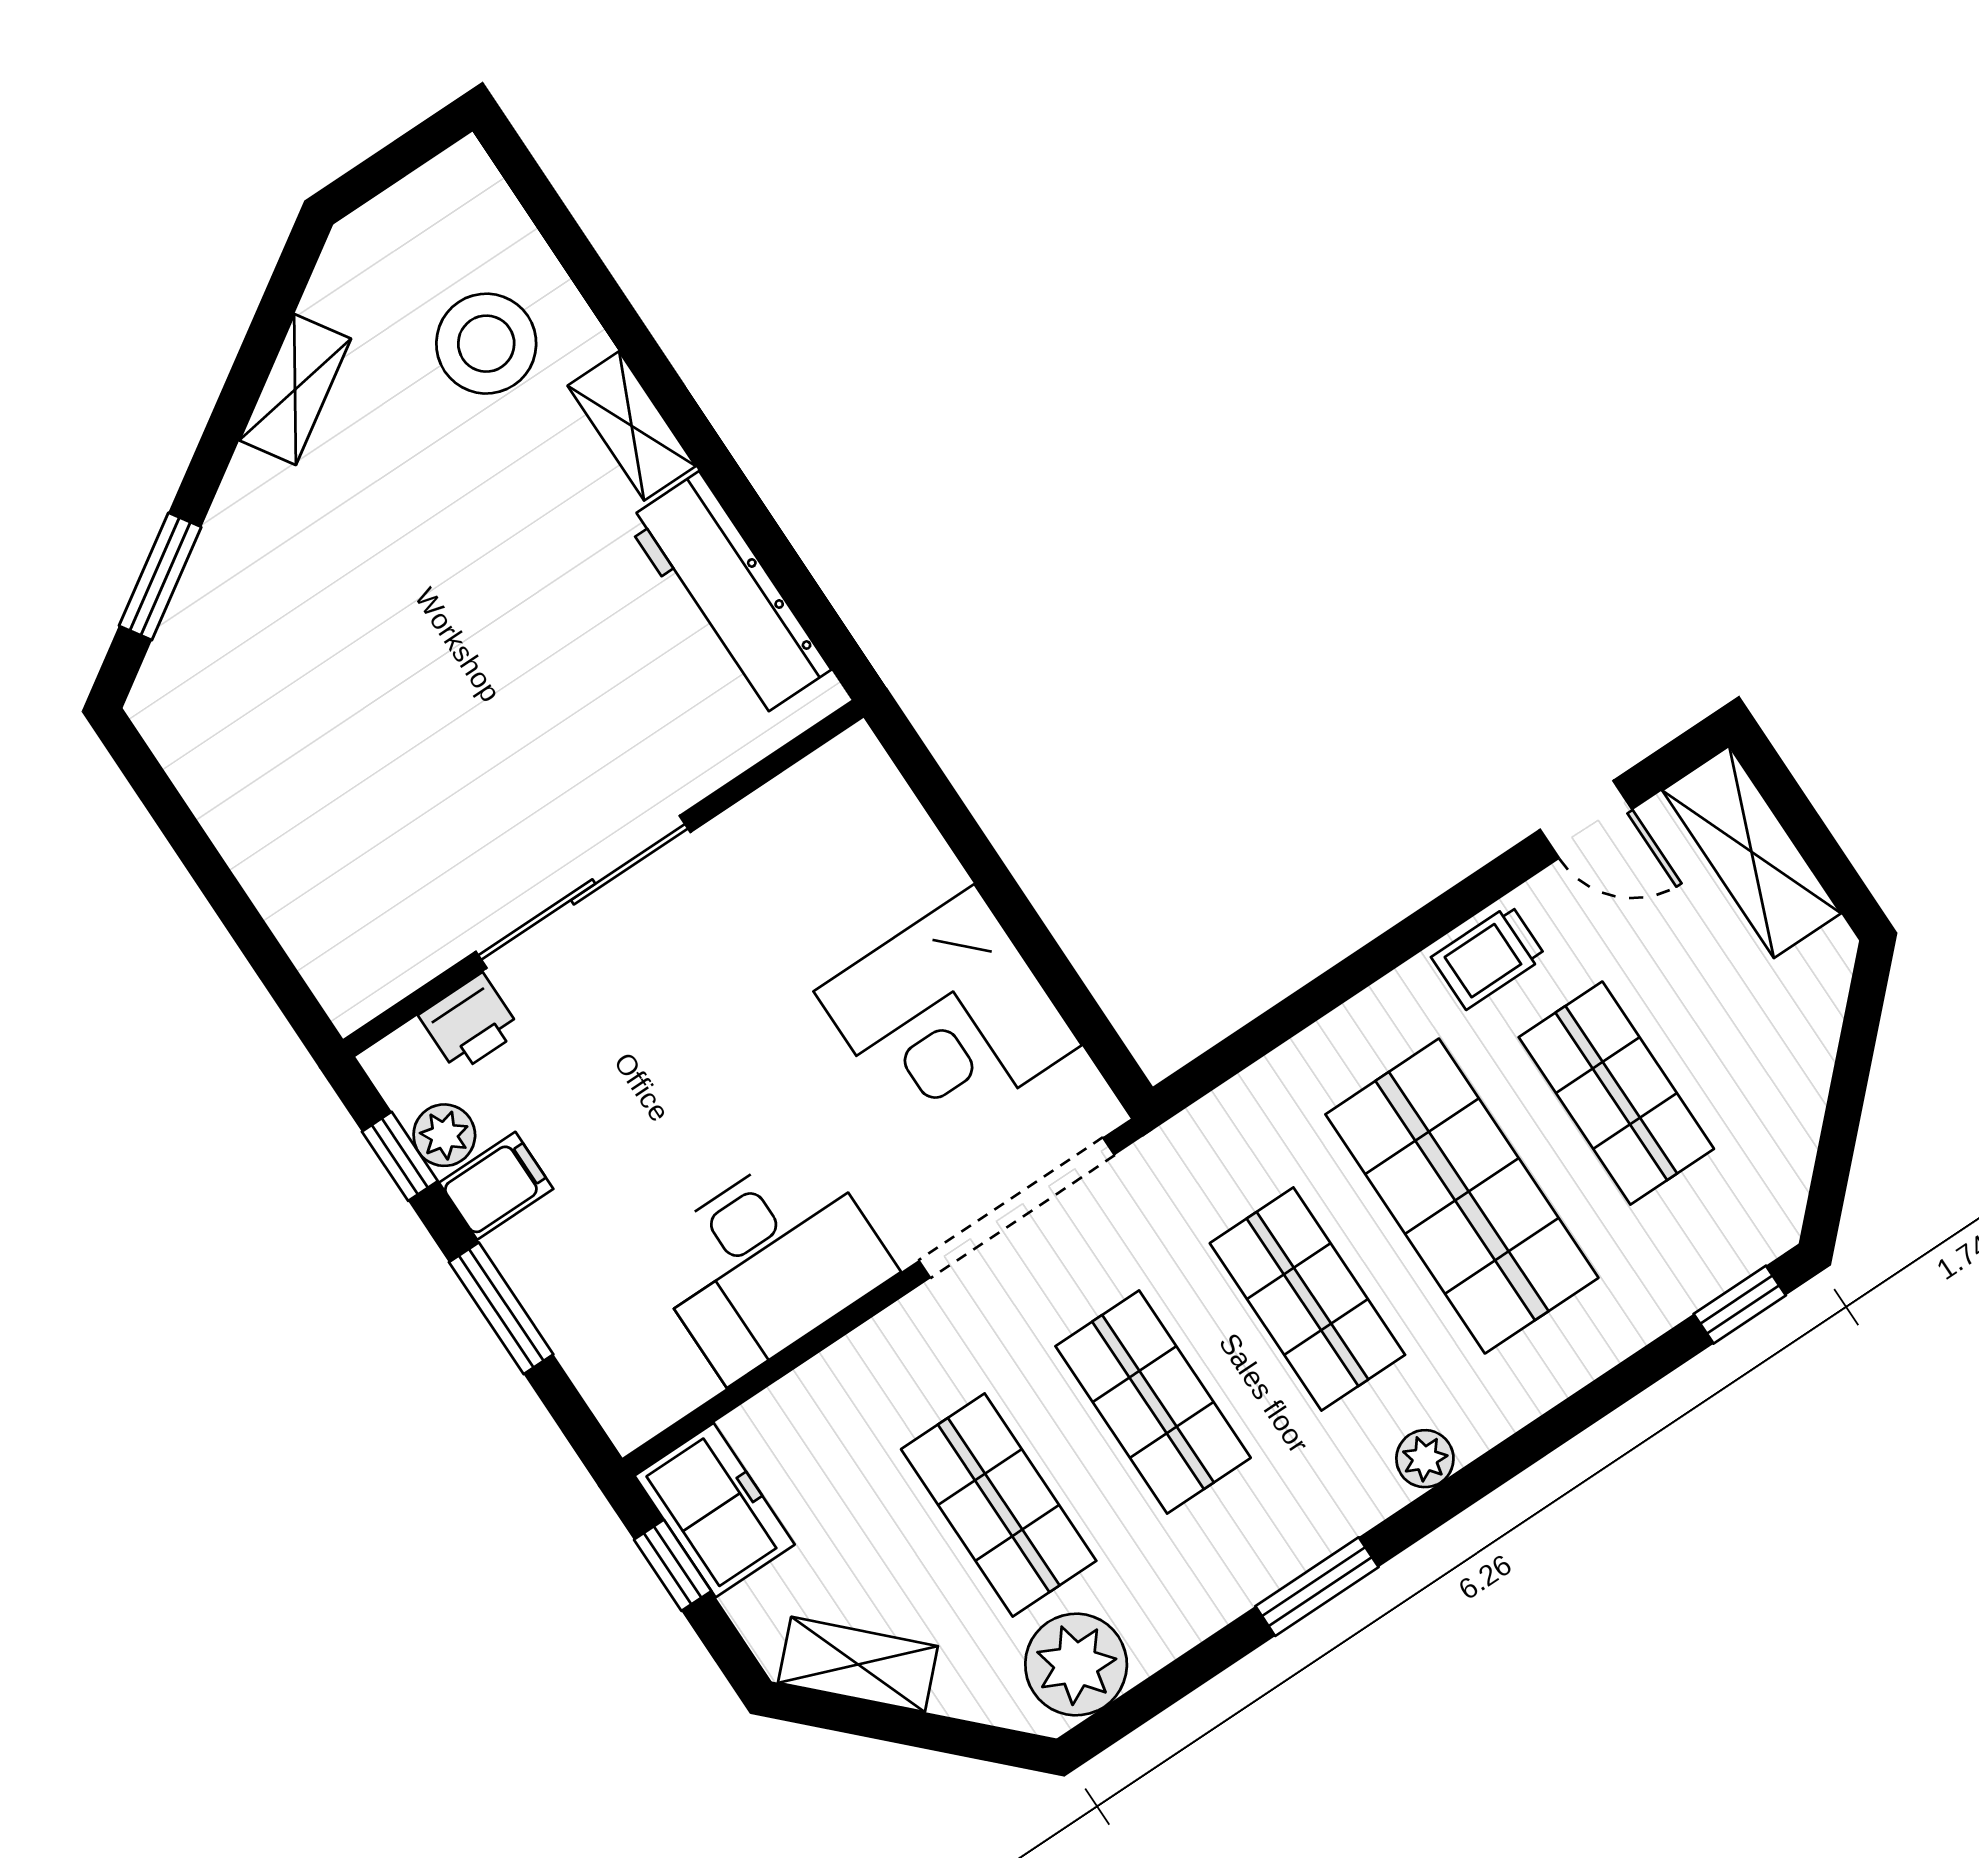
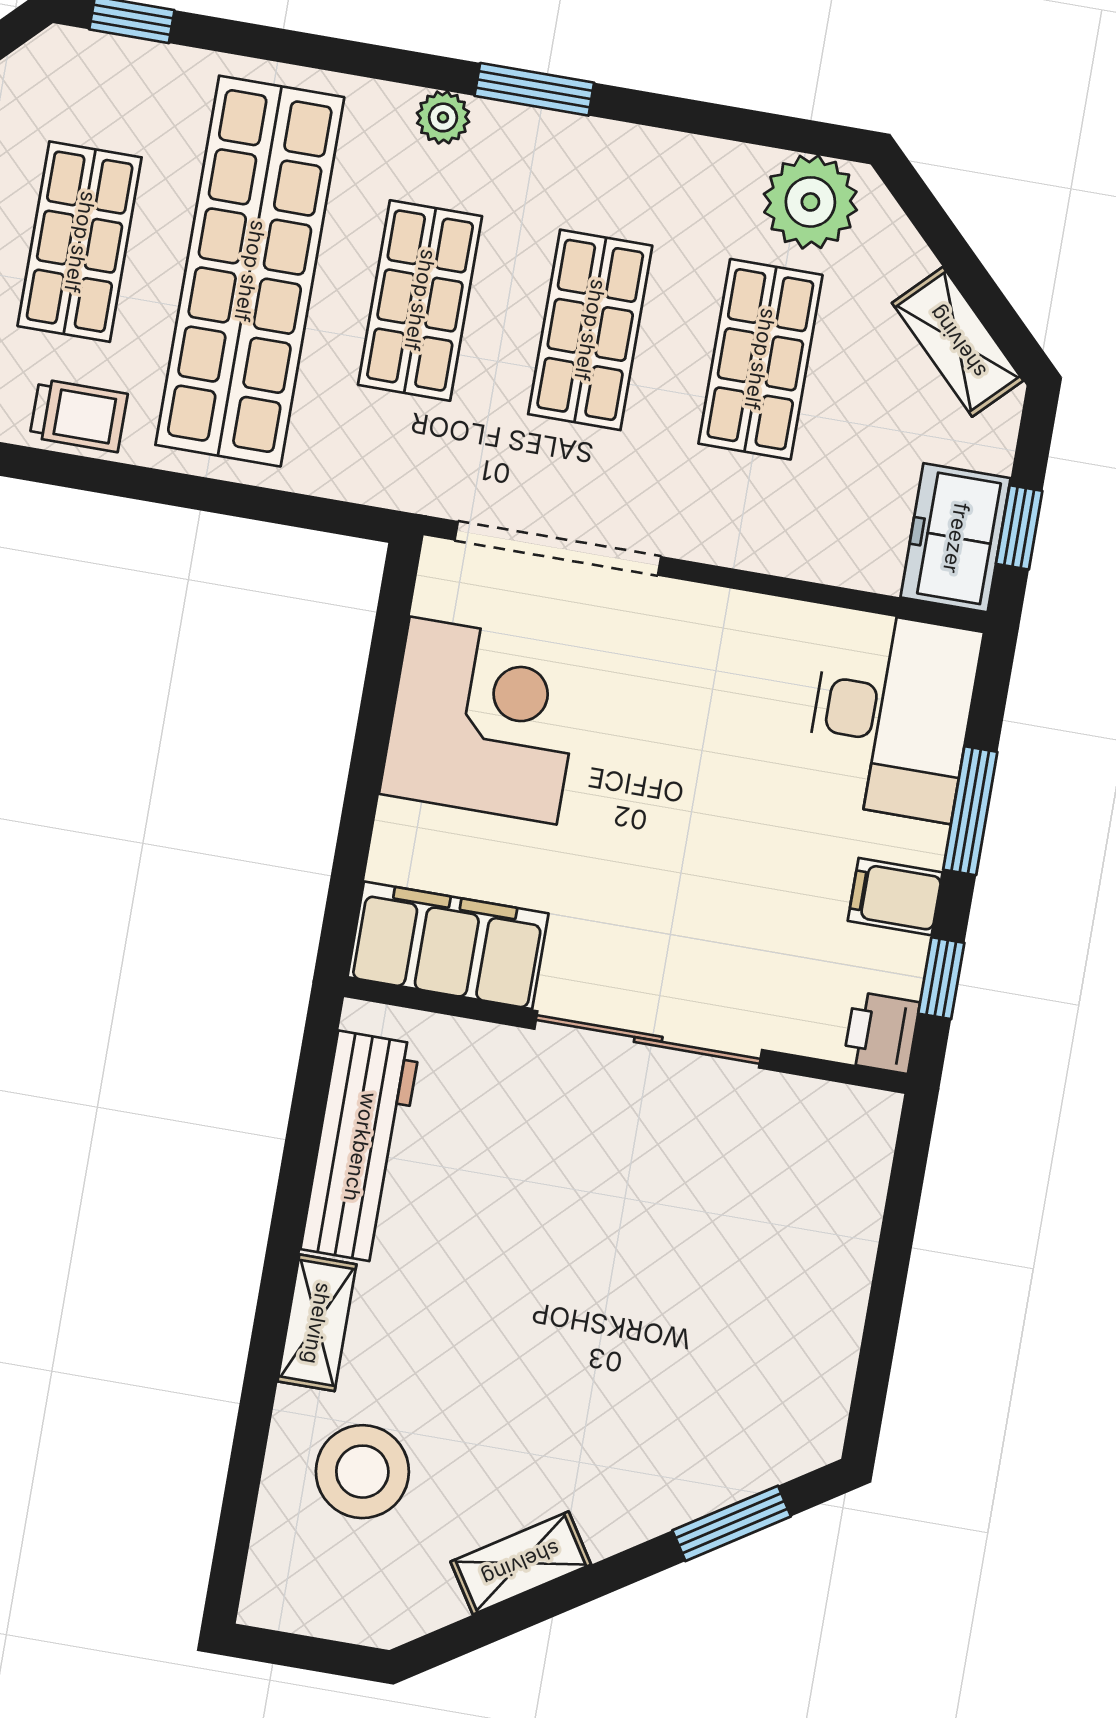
filing cabinet: (809, 817) -> (448, 945), added
printer: (470, 1023) -> (881, 1033), moved, turned -90
plant: (444, 1135) -> (898, 964), removed
shop shelf: (1462, 1196) -> (250, 271), width x1.40
desk: (768, 1262) -> (892, 715), moved, turned 90
window: (1317, 1587) -> (534, 89), moved

